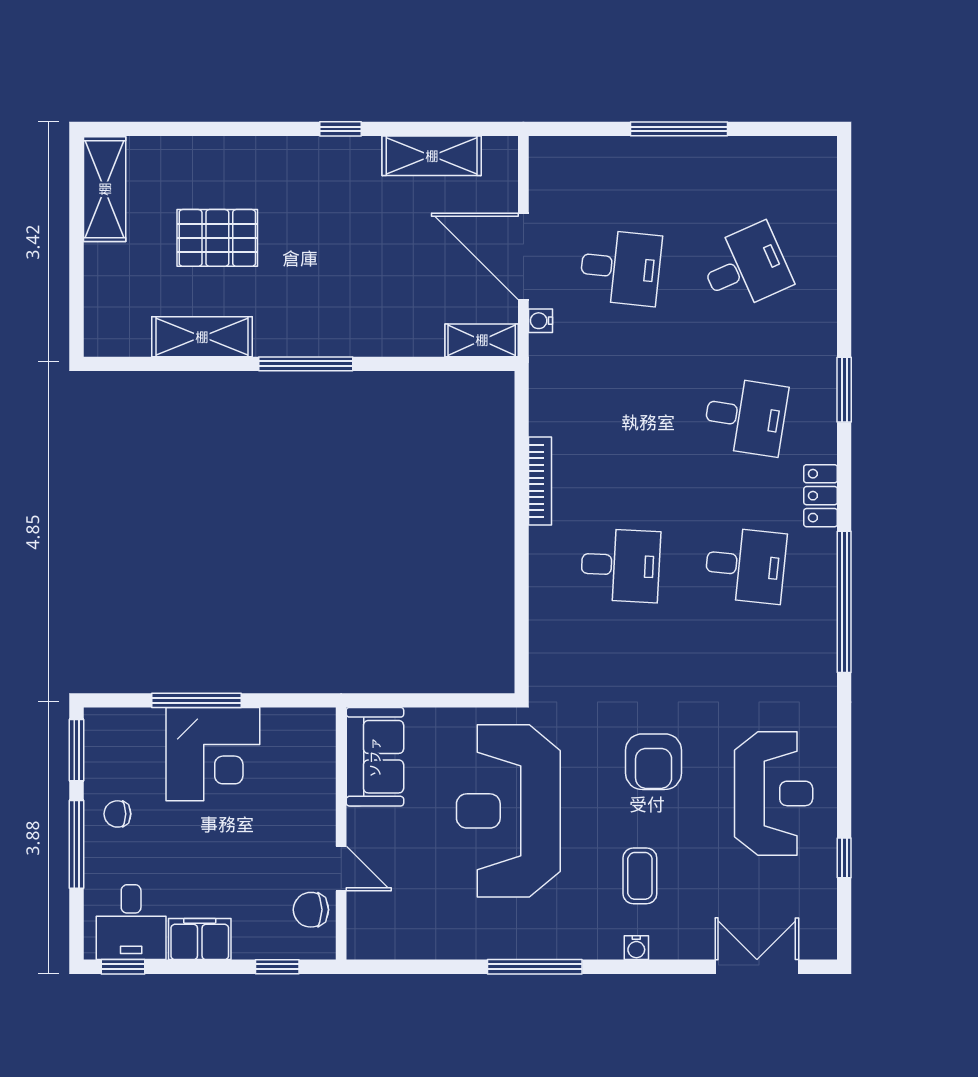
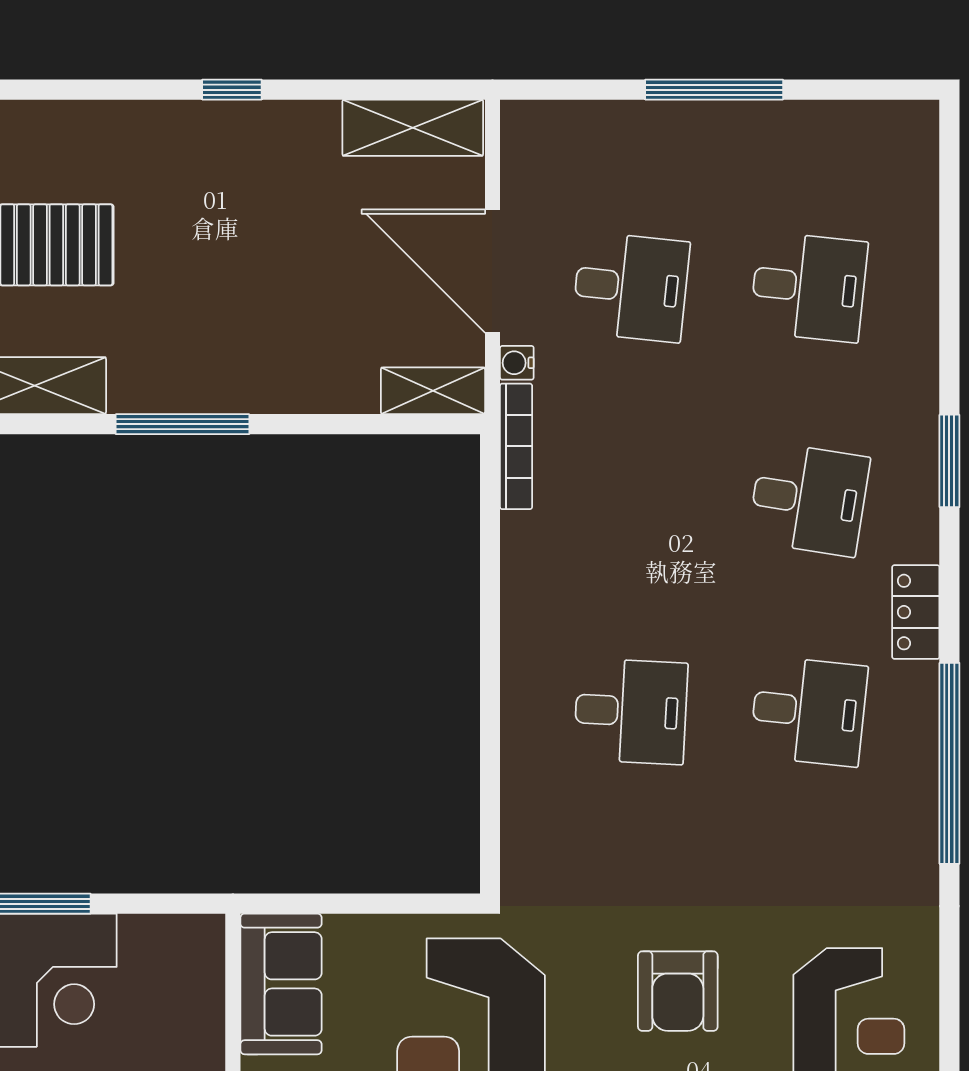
shelving: (432, 156) -> (413, 128), moved
desk: (745, 268) -> (809, 287), turned 30
bookcase: (540, 481) -> (516, 446), moved

